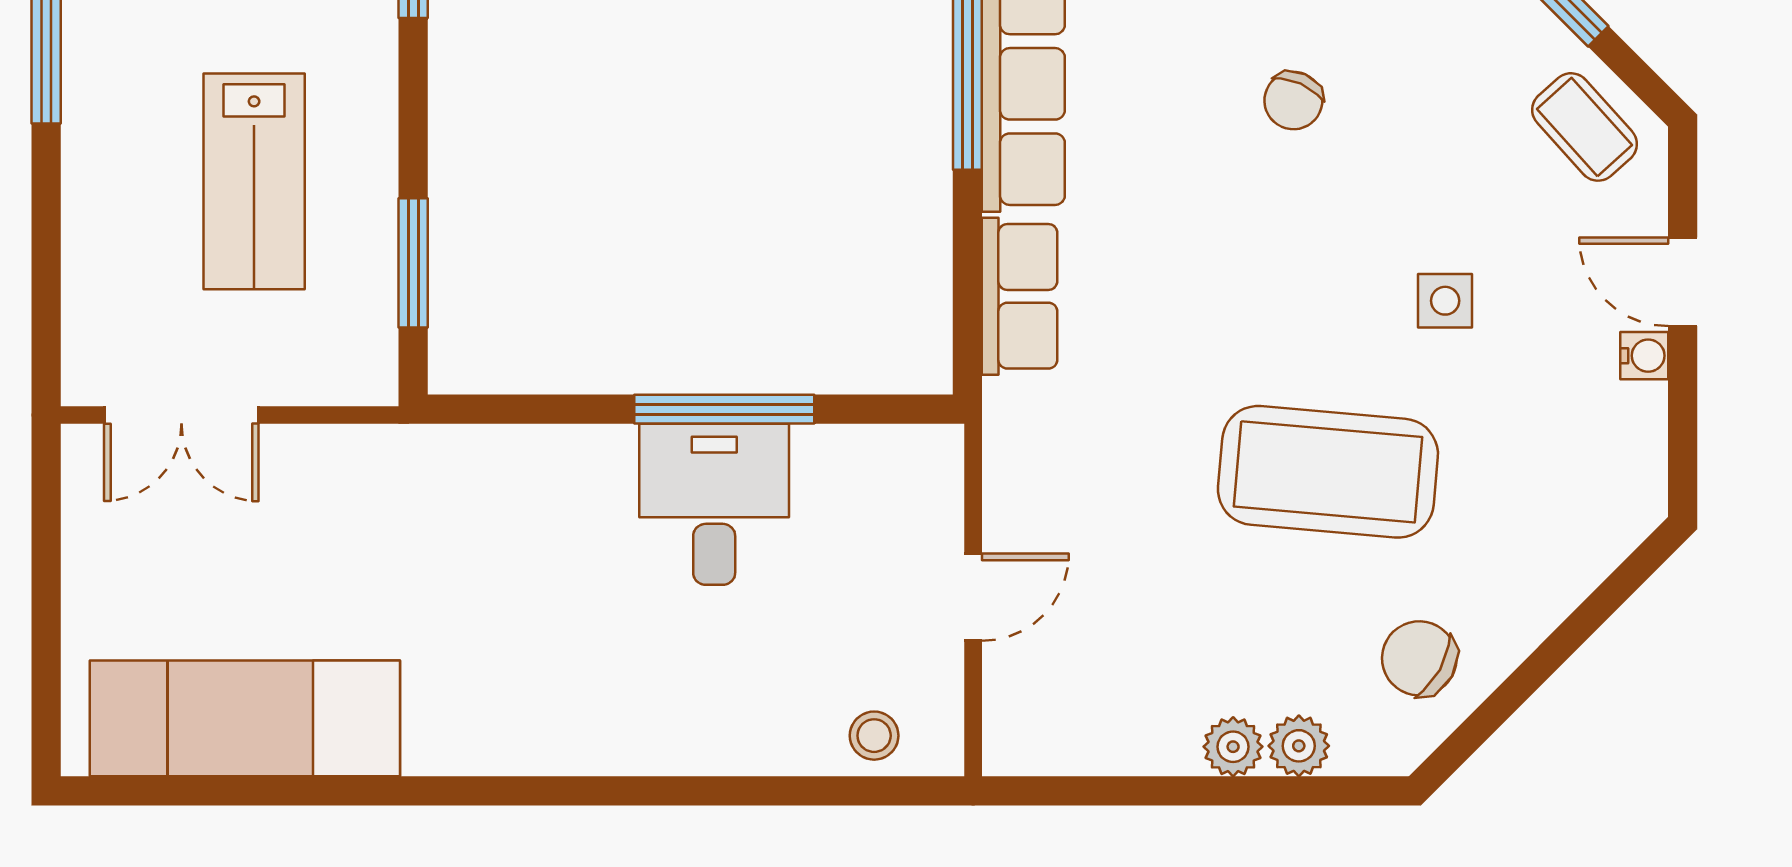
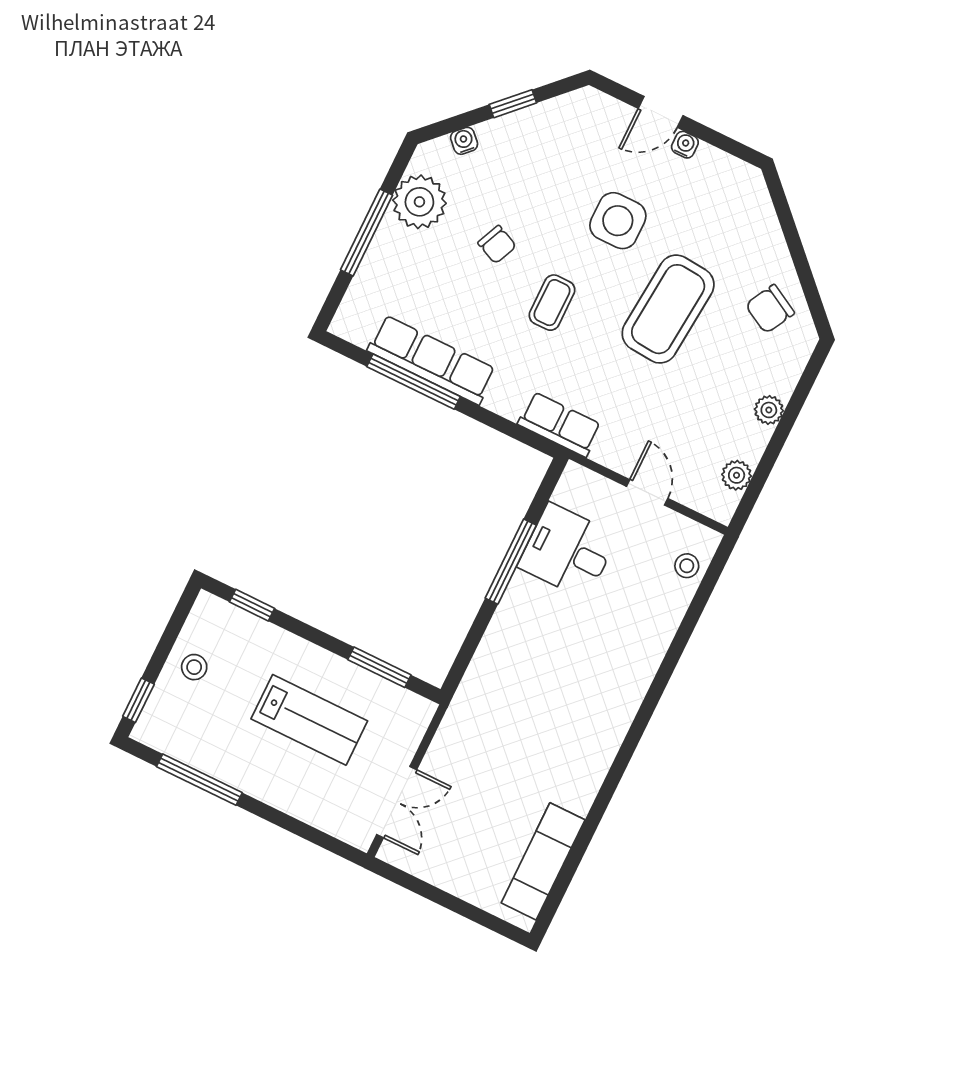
coffee table: (1585, 127) -> (552, 303), moved, turned -48
row of seats: (1020, 296) -> (560, 424), moved
side table: (1445, 301) -> (618, 221), width x1.87, depth x1.87
desk: (714, 504) -> (568, 551), moved
exam couch: (245, 718) -> (543, 861), width x0.73, depth x0.69
plant: (1299, 746) -> (737, 475), moved

